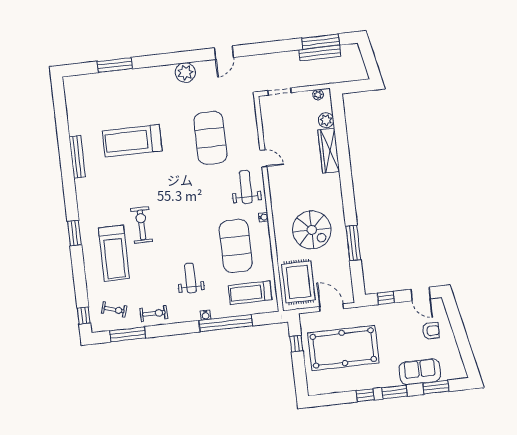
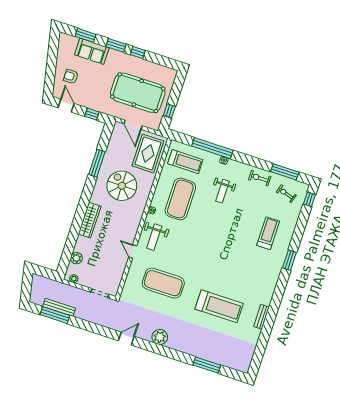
exercise mat: (210, 138) -> (163, 283), turned 90
wardrobe: (329, 151) -> (90, 220), moved
bench: (77, 157) -> (262, 317), width x0.73
exercise bike: (142, 225) -> (240, 244), removed
treadmill: (114, 253) -> (268, 233), width x0.73, depth x0.73

